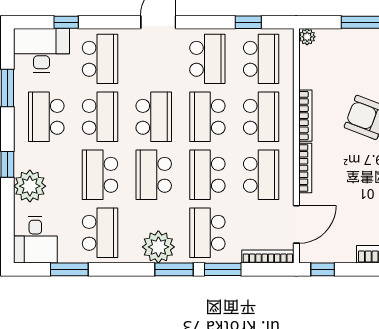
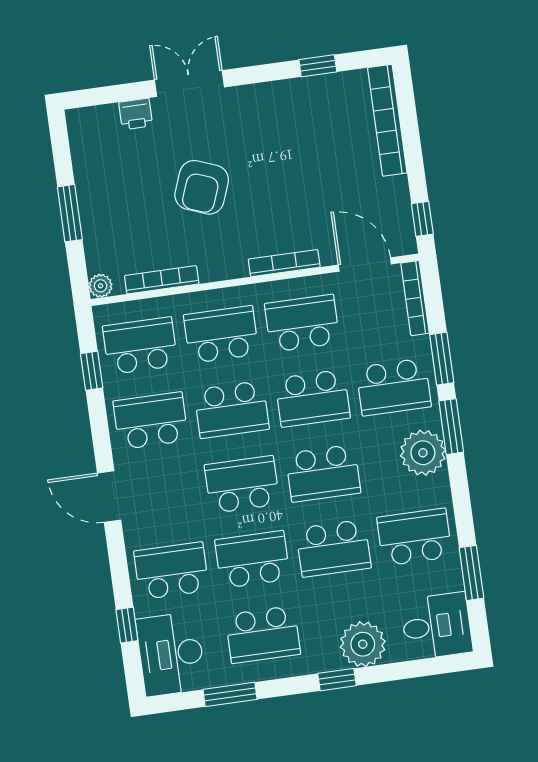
bookcase: (305, 116) -> (162, 280), moved

